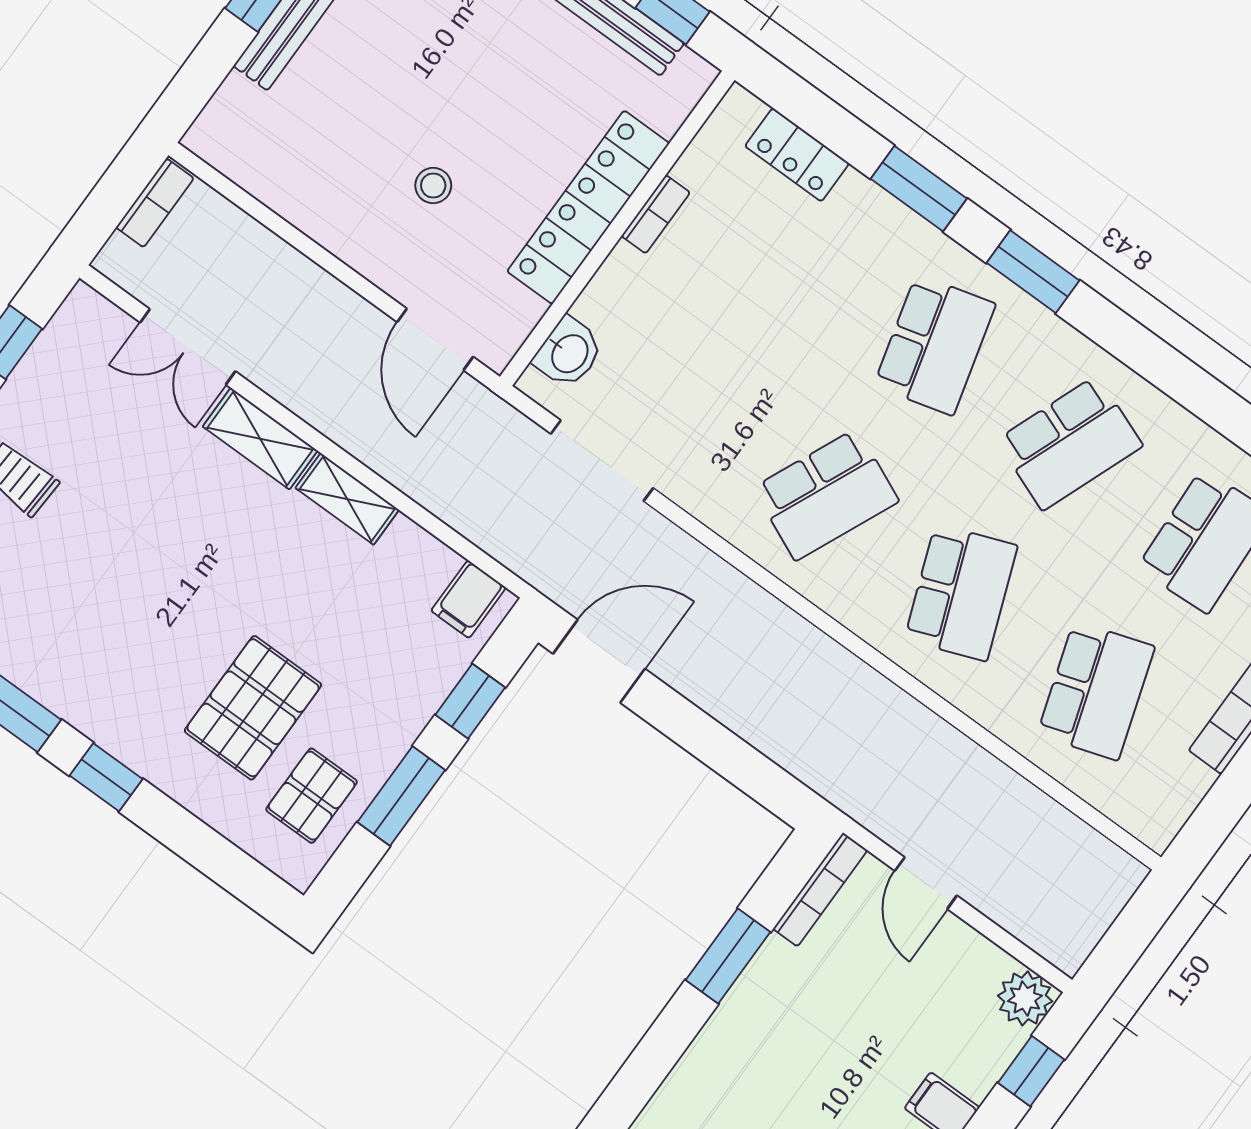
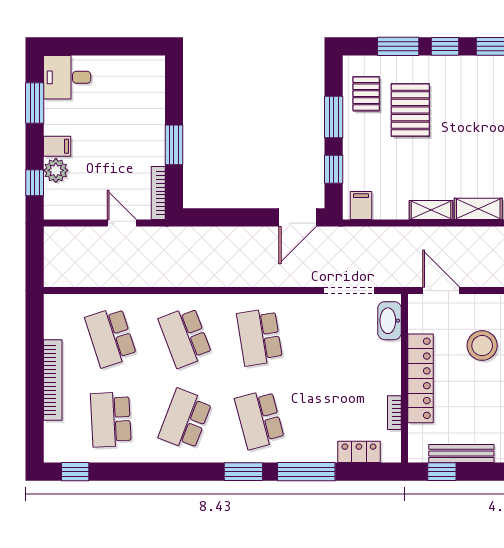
stool: (433, 185) -> (482, 346), width x1.89, depth x1.89
window: (919, 189) -> (306, 472), width x1.44
bookcase: (656, 214) -> (394, 413), moved
washbasin: (569, 353) -> (389, 321), width x1.38
school desk: (826, 494) -> (260, 337), turned -33
window: (191, 839) -> (398, 46), added
plant: (1025, 998) -> (56, 170), moved

